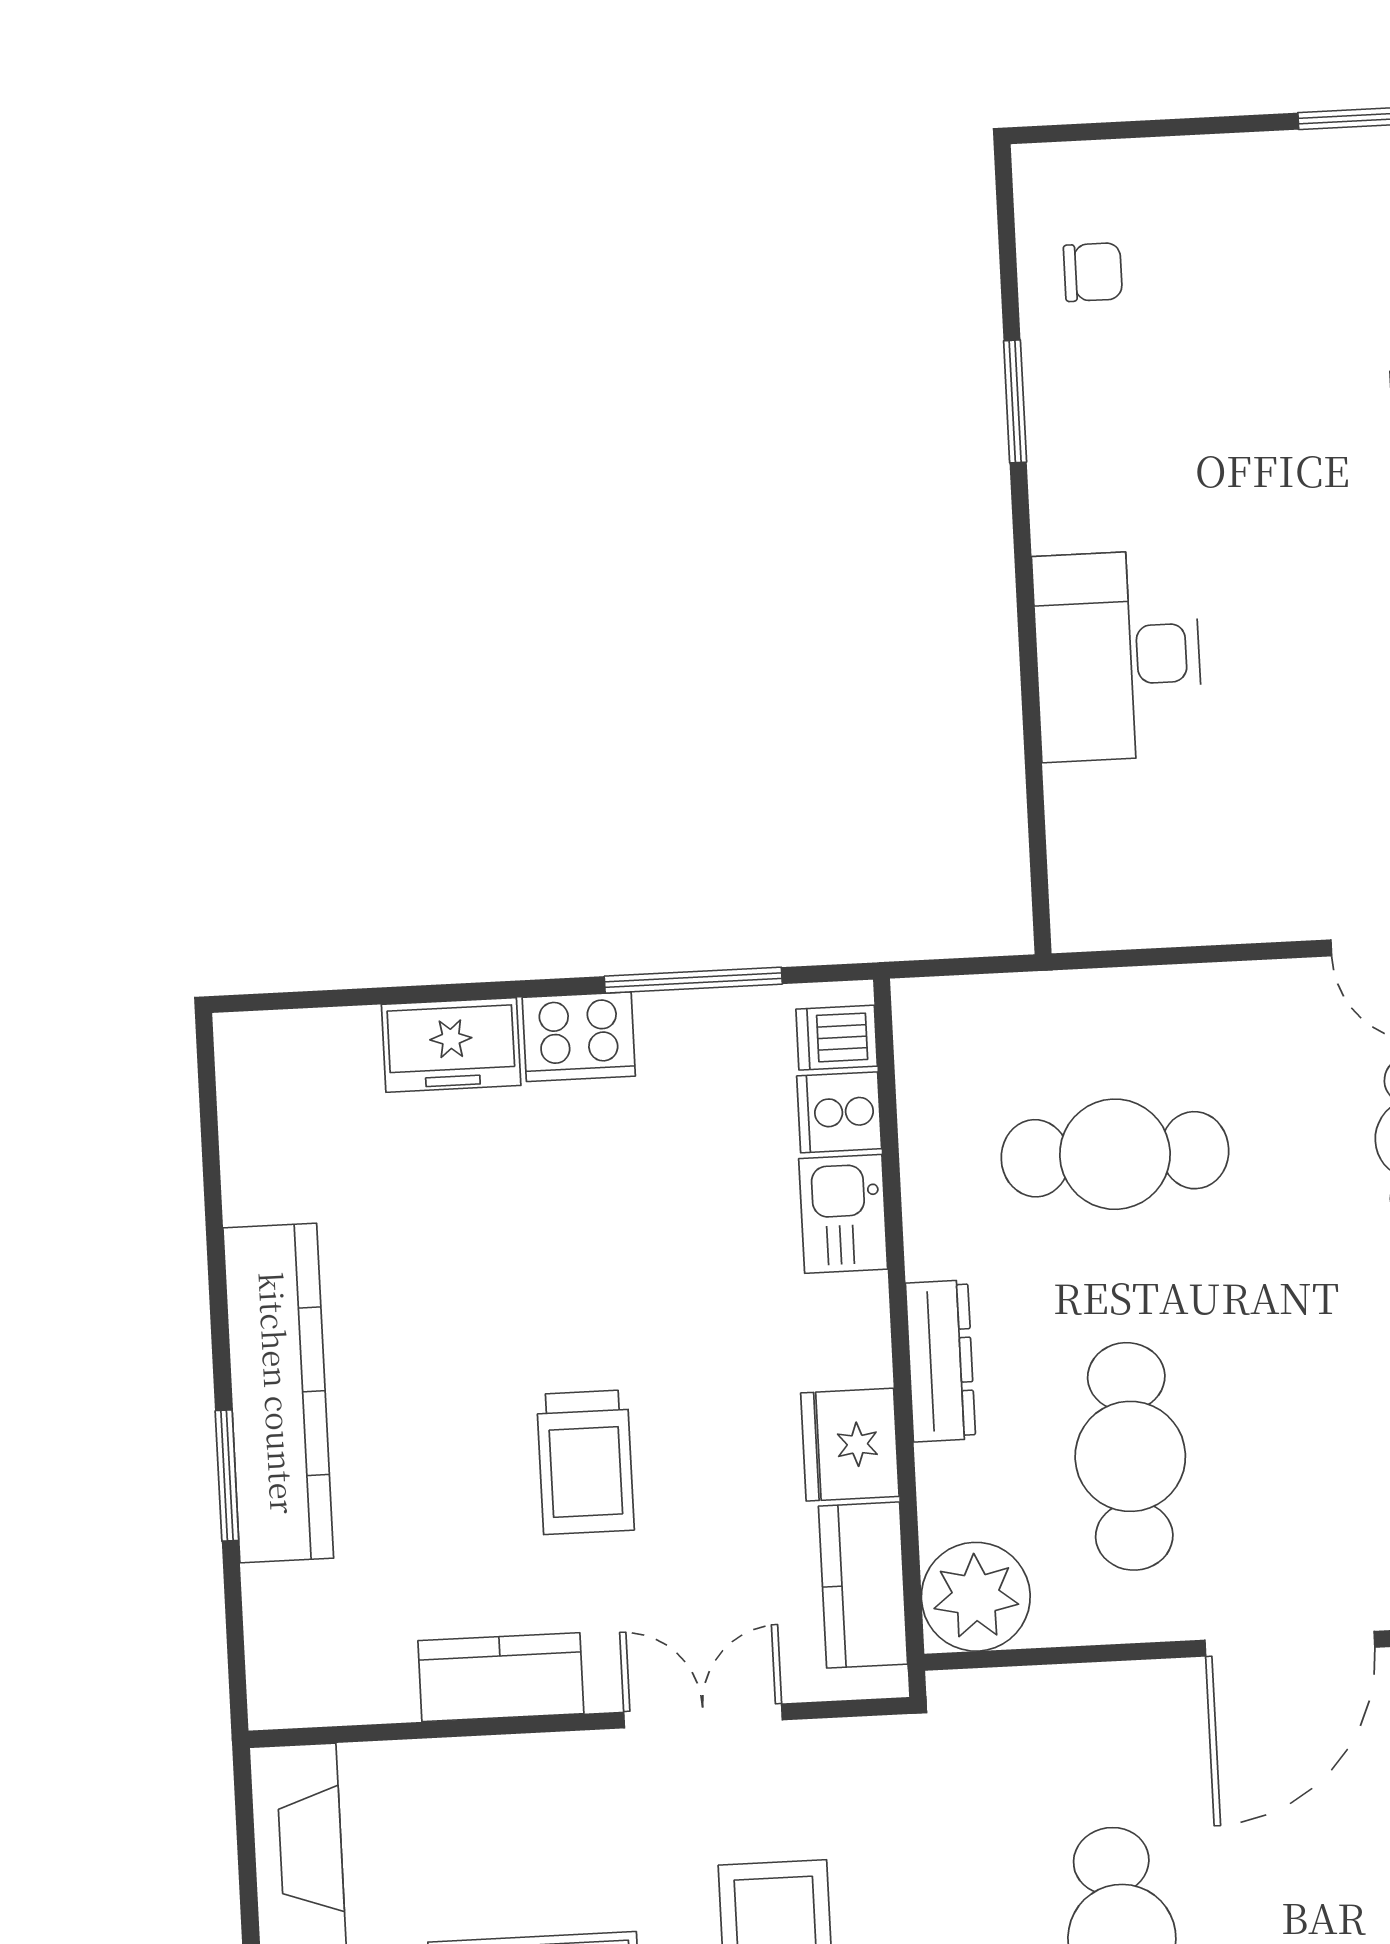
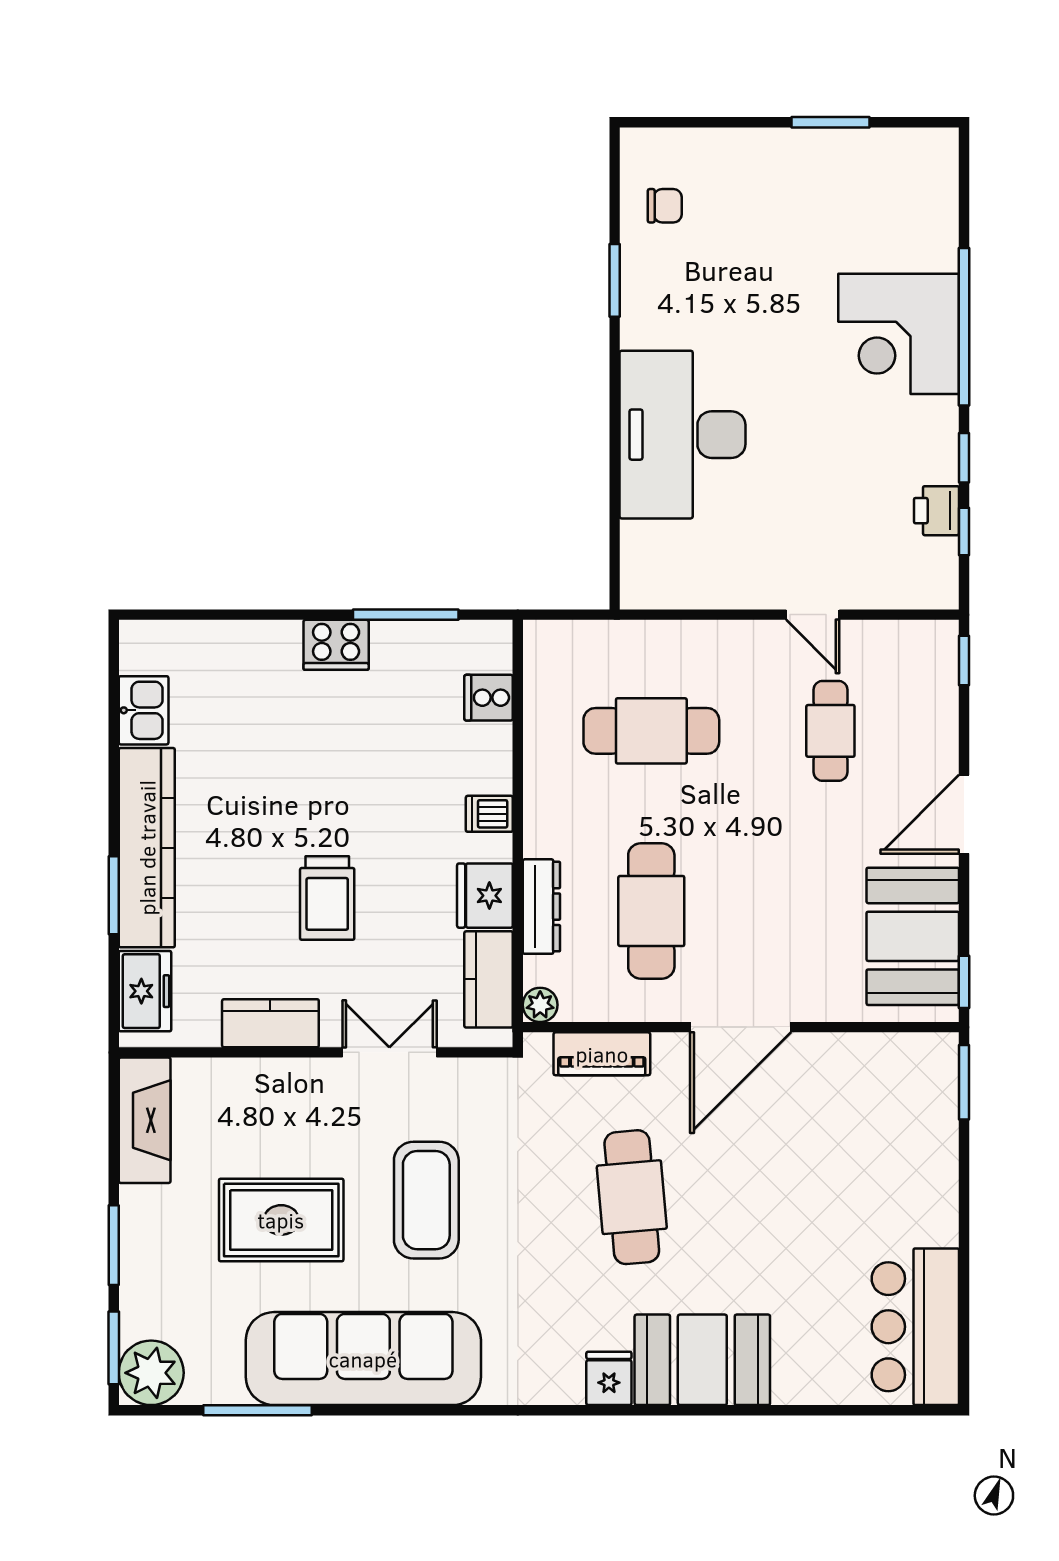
desk: (1118, 656) -> (682, 435), width x1.36, depth x1.30
dishwasher: (837, 1038) -> (489, 814), moved
freezer: (451, 1045) -> (145, 991), moved, turned -90
kitchen sink: (843, 1214) -> (144, 710), moved, turned 180
dresser: (941, 1361) -> (541, 907), moved
plant: (976, 1597) -> (540, 1005), width x0.53, depth x0.53
piano: (1059, 1700) -> (602, 1054), added

